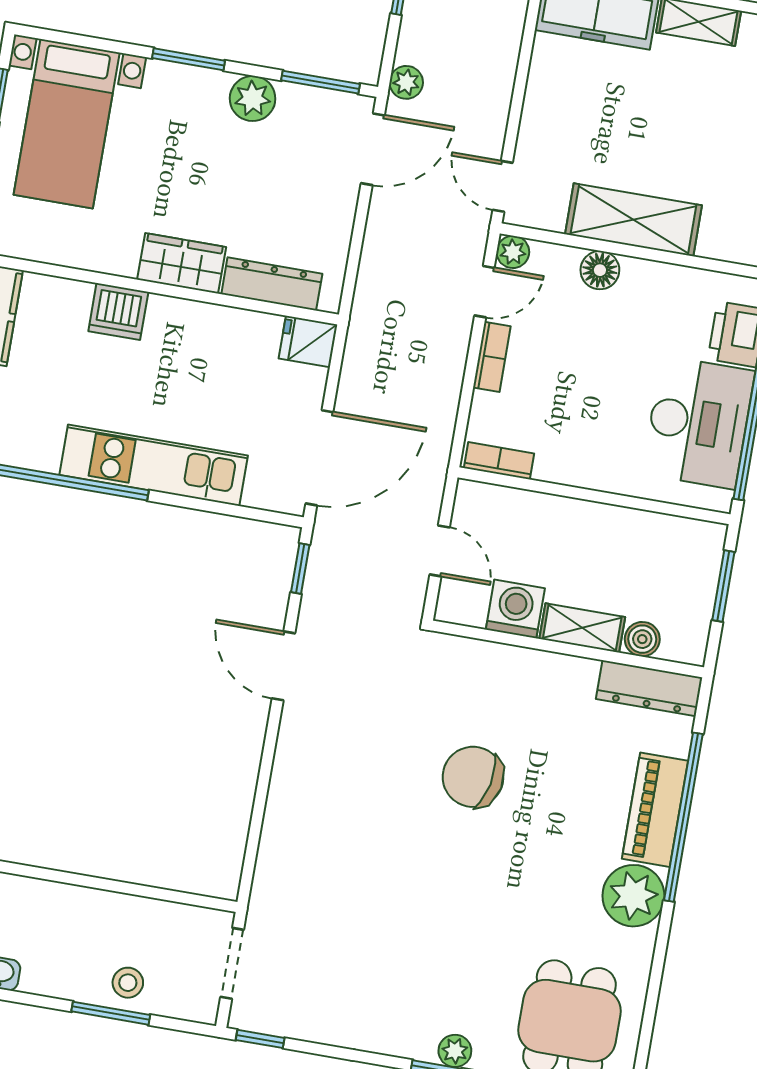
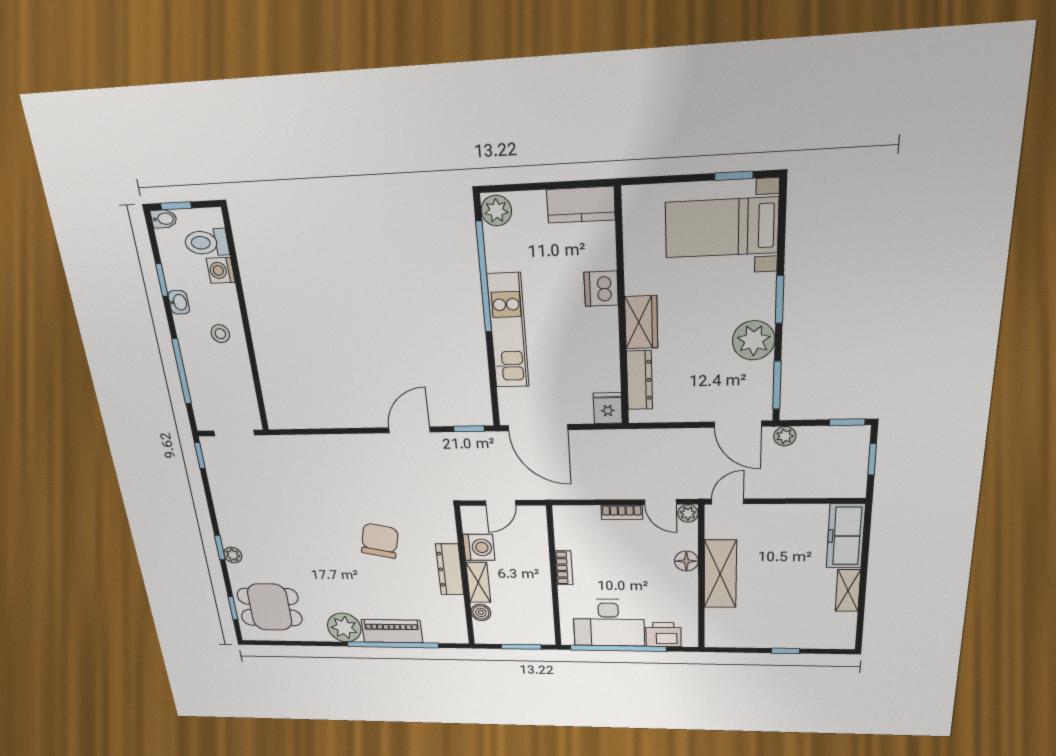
plant: (253, 98) -> (754, 340), width x1.36, depth x1.36
bookcase: (499, 461) -> (564, 568), moved
dresser: (649, 688) -> (450, 569), moved
stool: (128, 983) -> (220, 334), moved
window: (111, 1013) -> (182, 371), width x1.44

